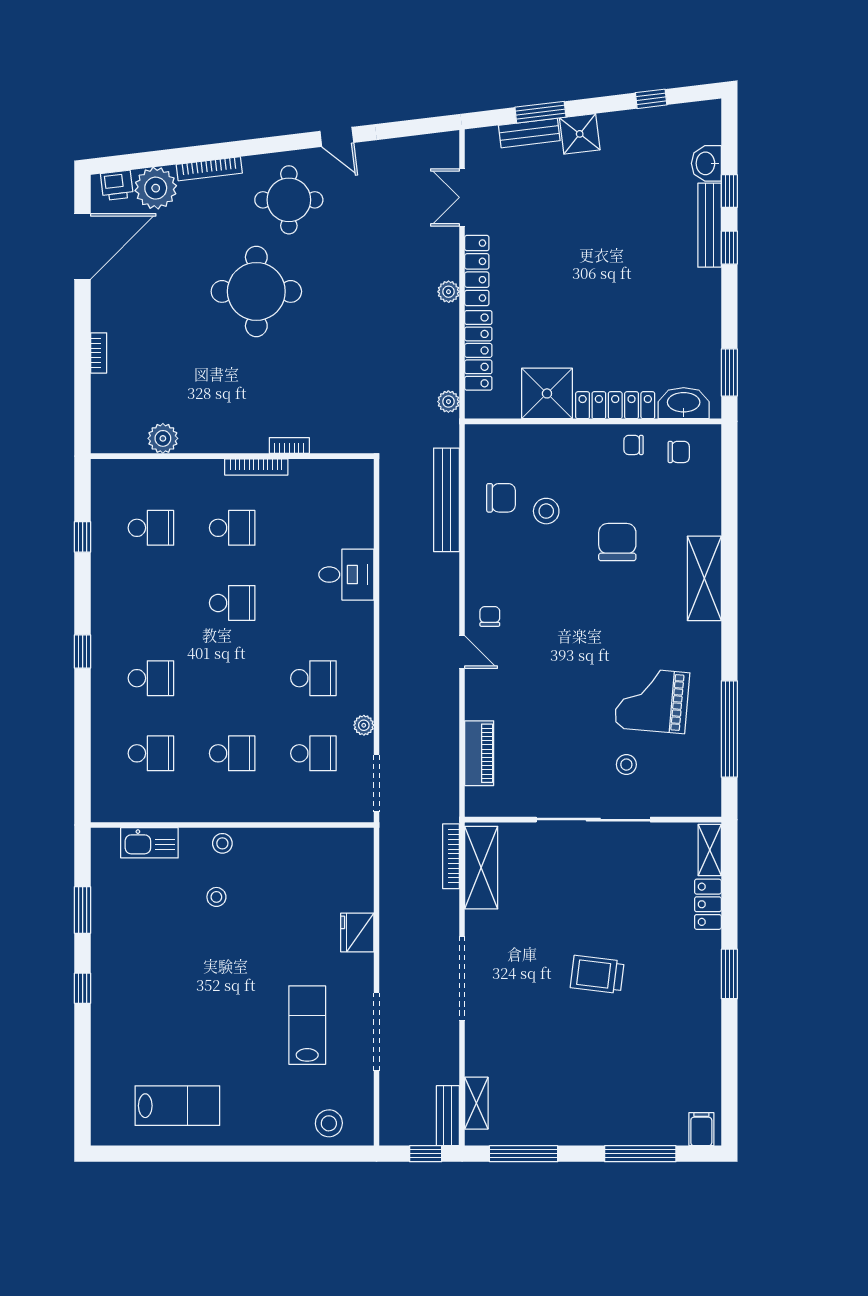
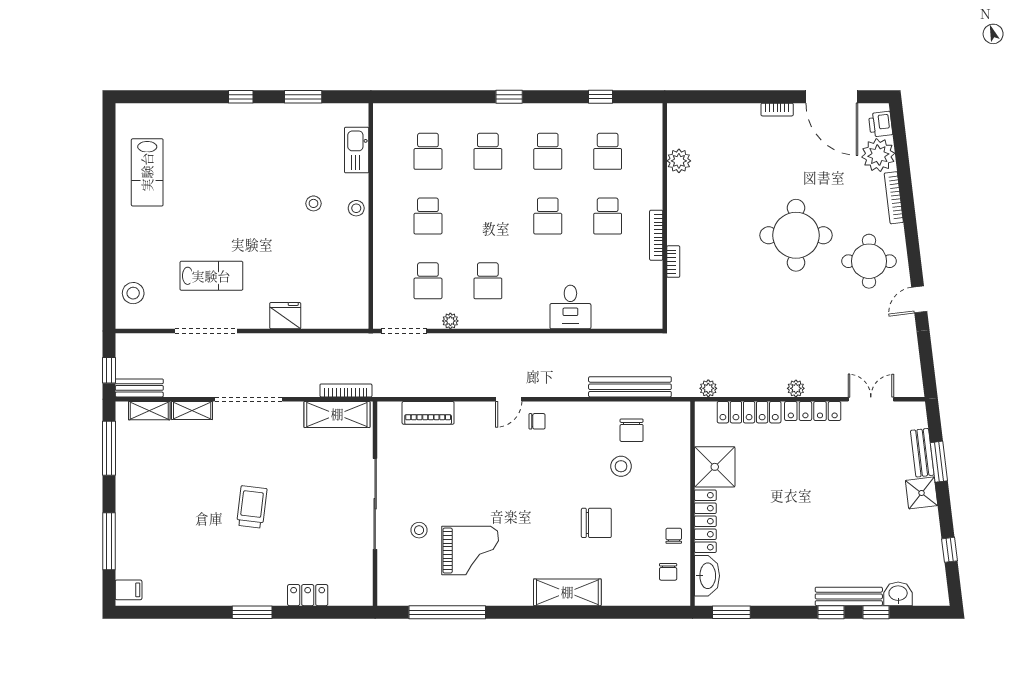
bookcase: (99, 353) -> (777, 110), moved
school desk: (151, 603) -> (548, 151), added
grand piano: (652, 700) -> (470, 551), turned 85
shelving: (710, 850) -> (192, 411), moved

